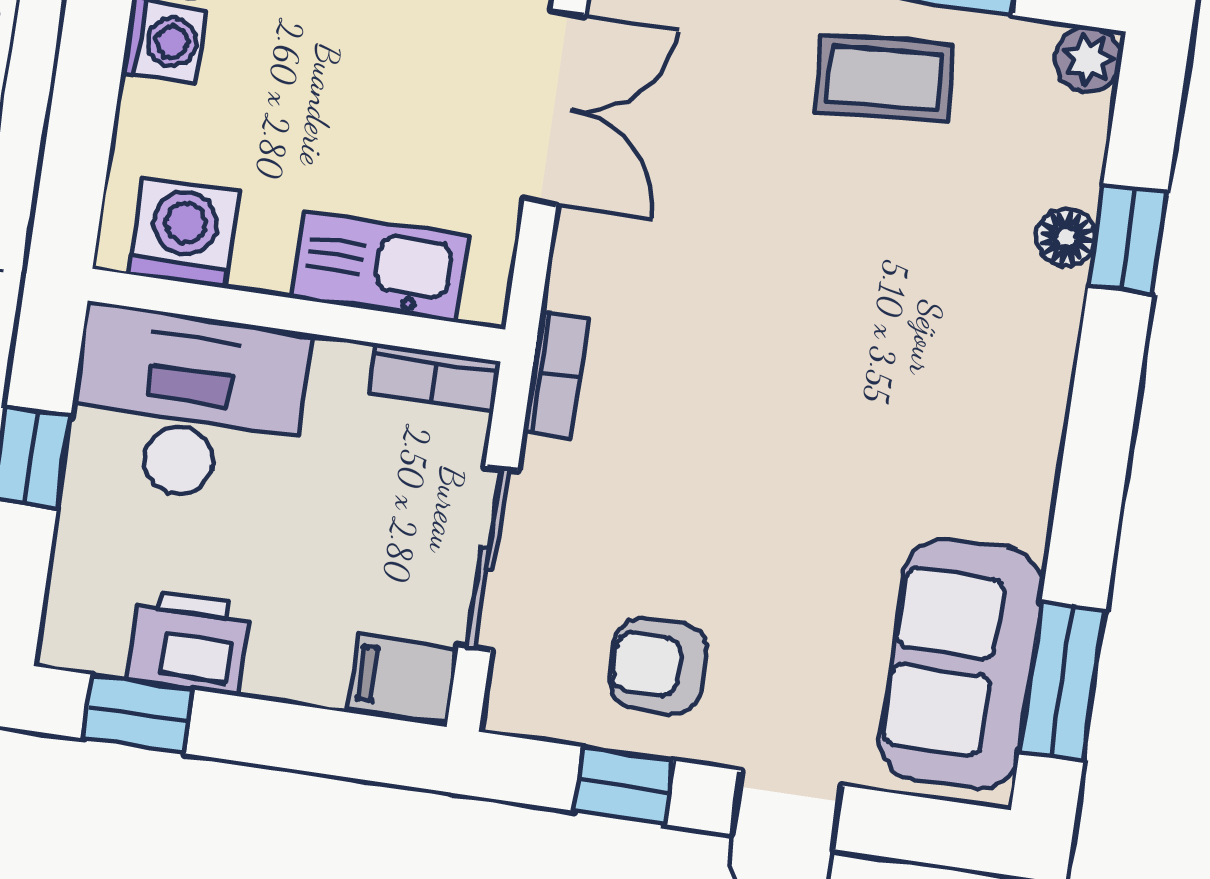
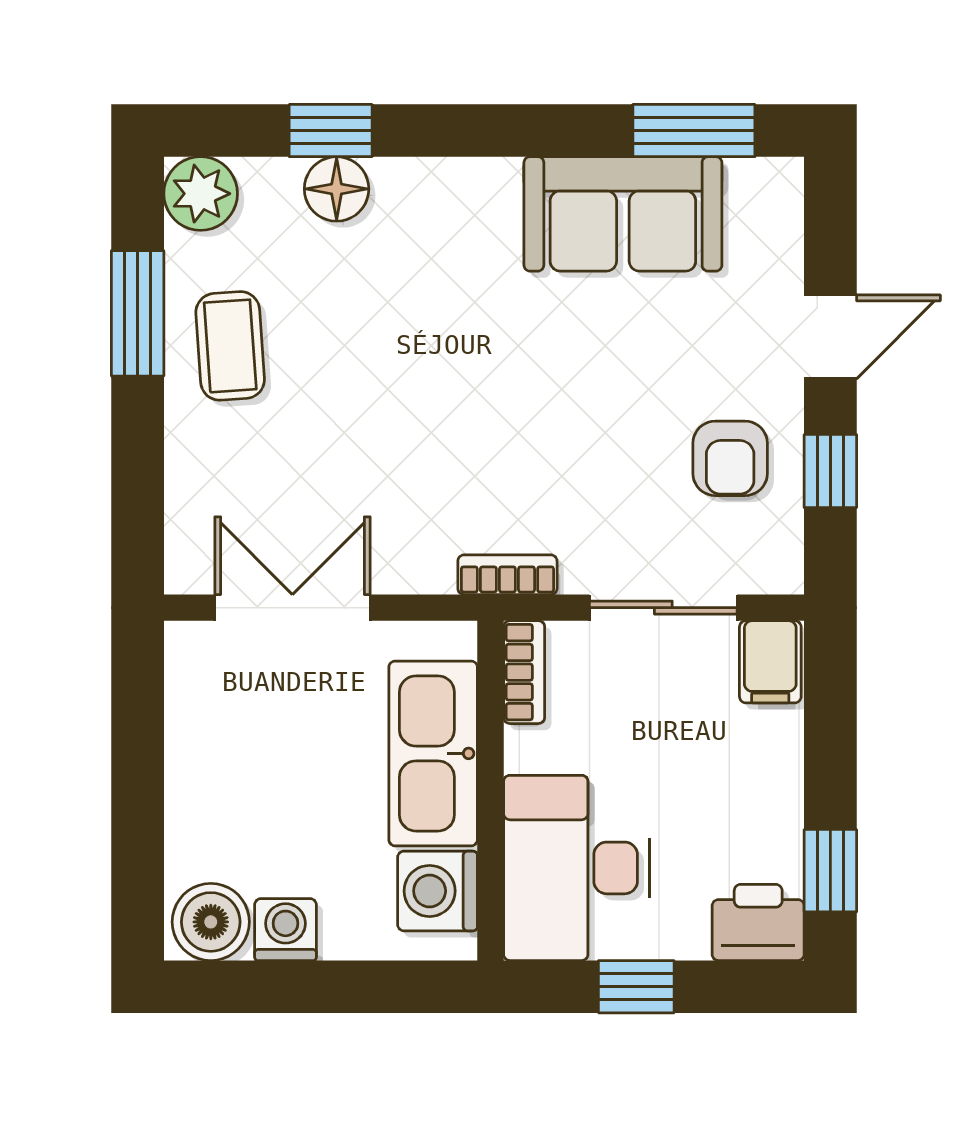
plant: (1089, 59) -> (201, 194), width x1.38, depth x1.38
floor lamp: (1066, 238) -> (337, 189), width x1.37, depth x1.37
kitchen sink: (380, 267) -> (433, 753), width x1.36, depth x1.24
printer: (189, 642) -> (758, 922), moved, turned 90
sofa: (961, 664) -> (623, 214), moved

